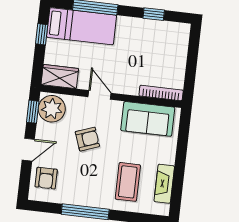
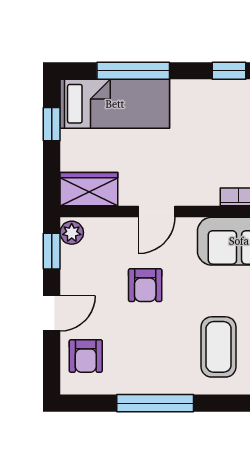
door: (100, 95) -> (157, 212), swing flipped
plant: (52, 109) -> (72, 233), width x0.53, depth x0.53
armchair: (87, 139) -> (145, 285), turned 110

